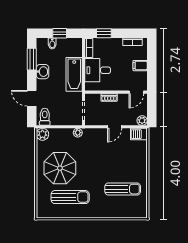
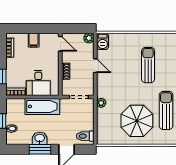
window: (32, 59) -> (40, 149), moved
plant: (42, 134) -> (103, 138), removed
sun lounger: (123, 189) -> (148, 65), moved

